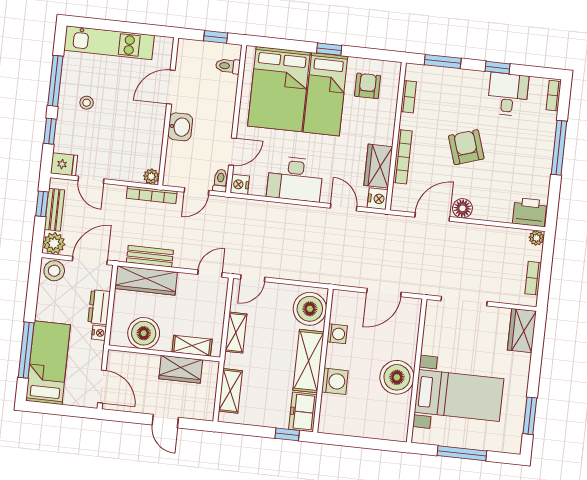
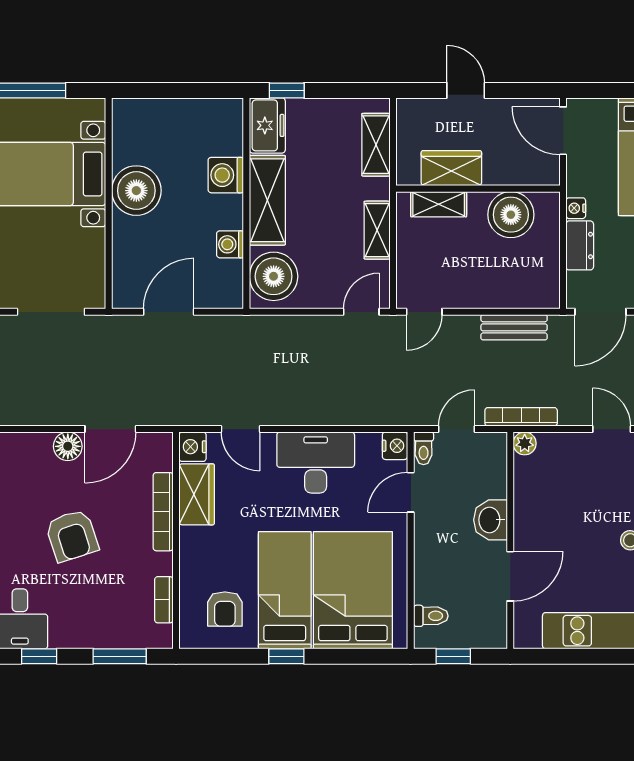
wardrobe: (146, 280) -> (516, 292), removed

